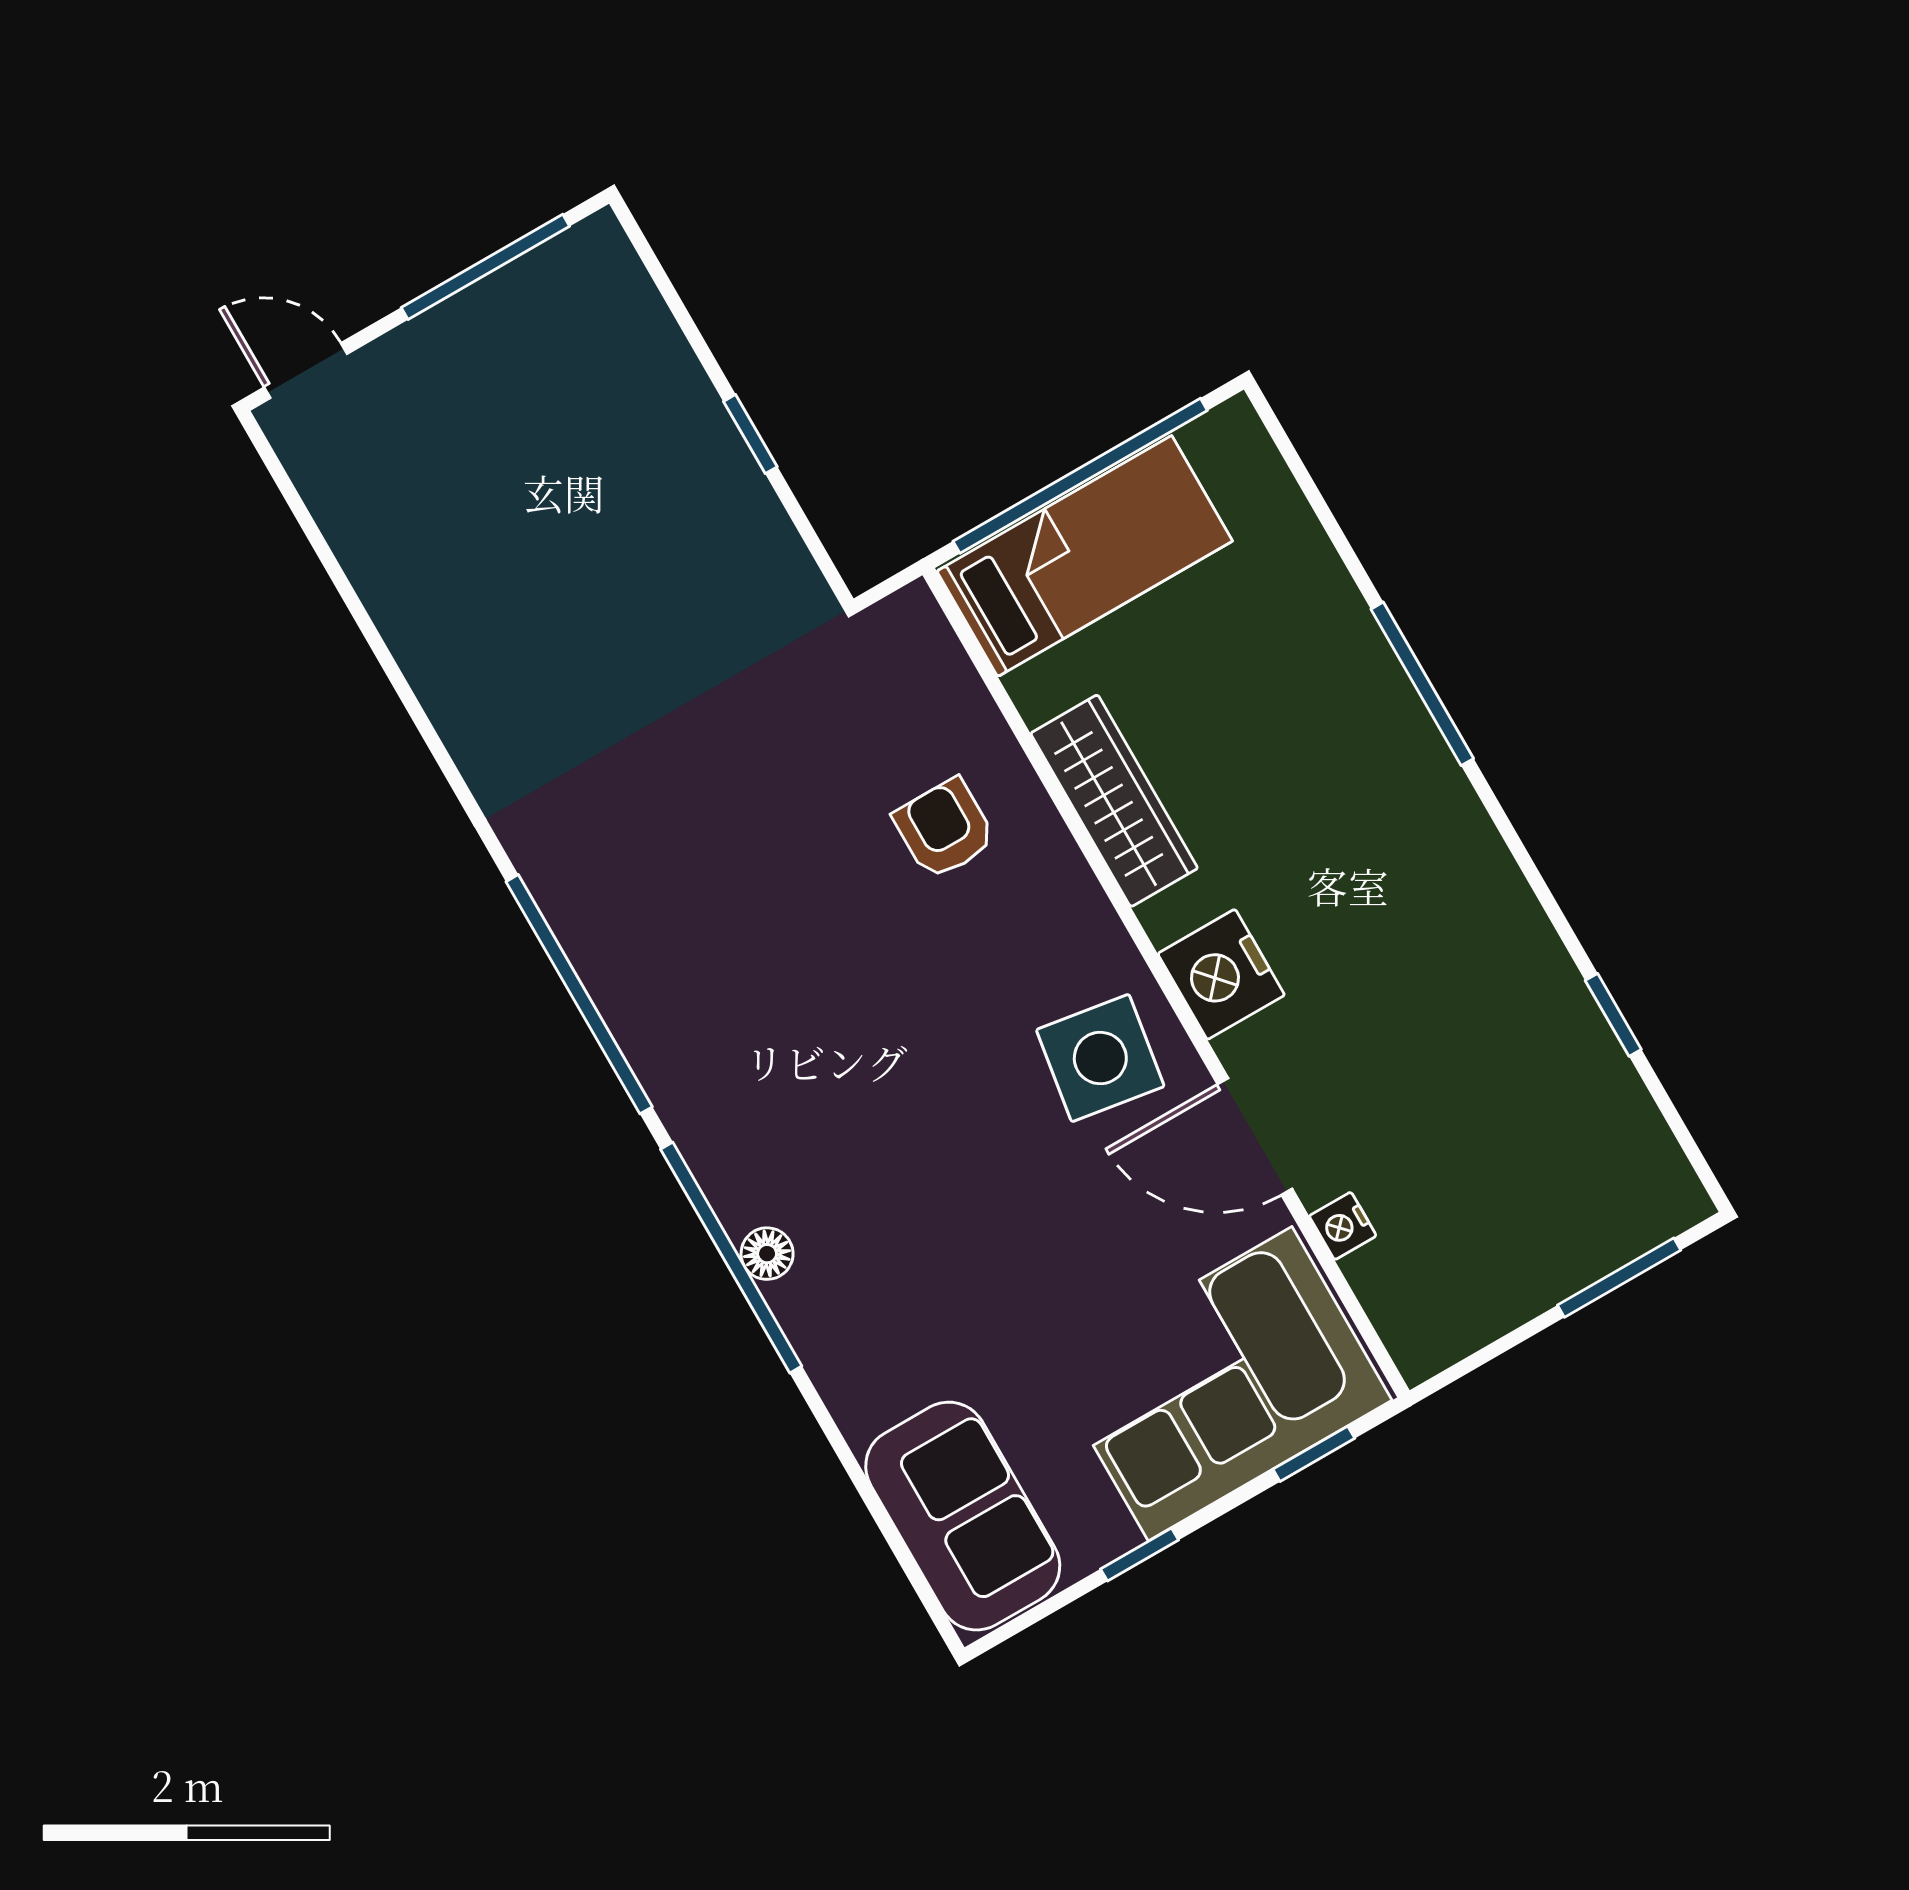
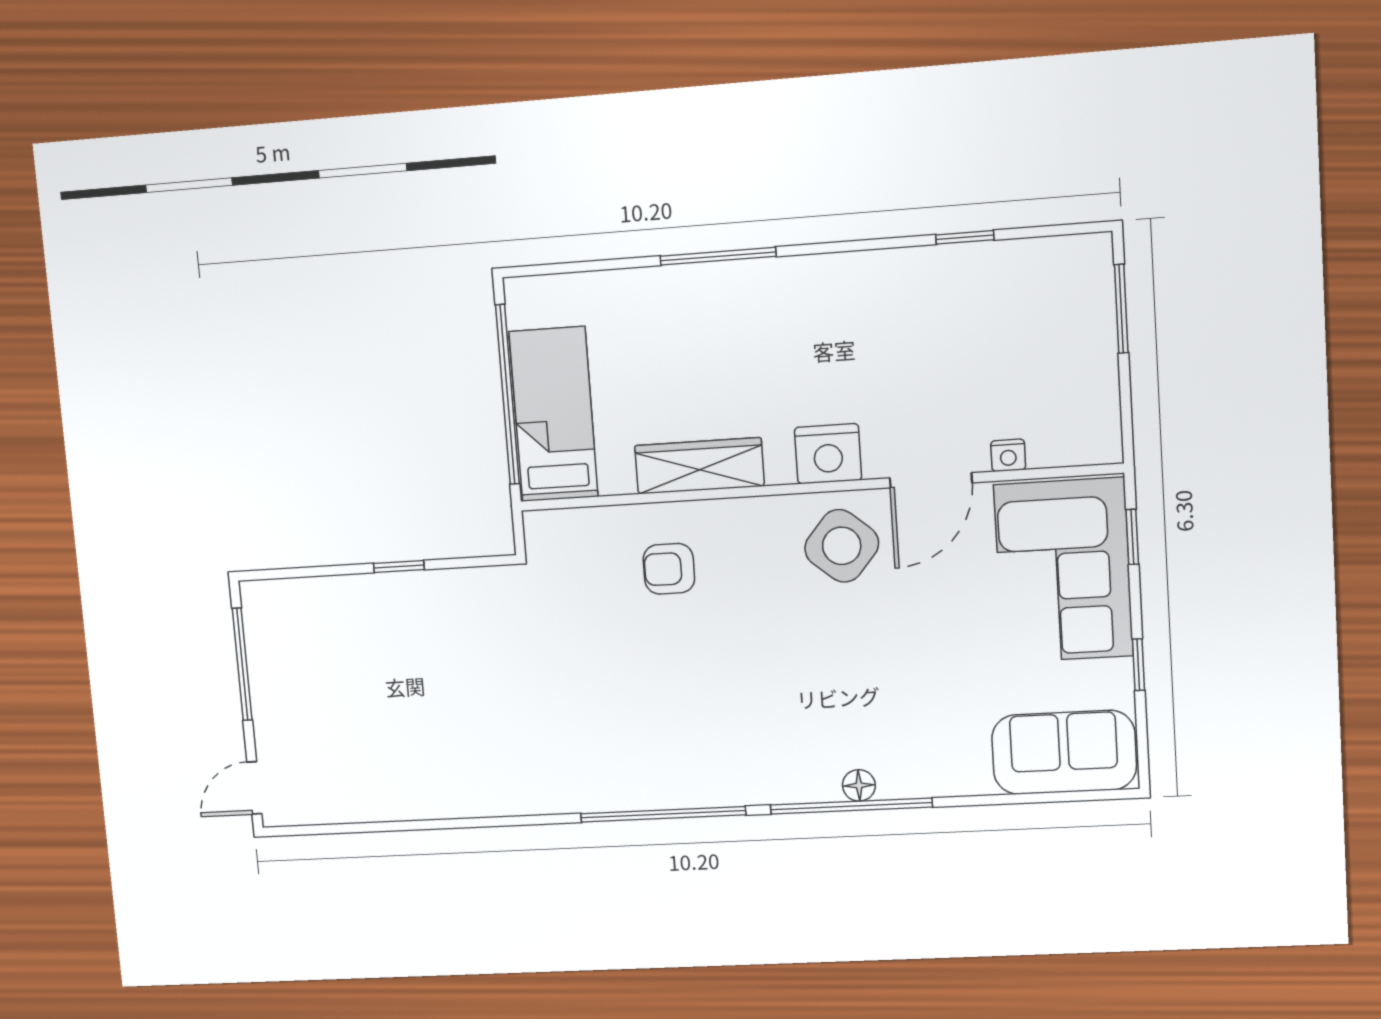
side table: (1100, 1058) -> (842, 546), turned 31

